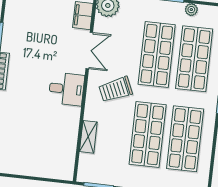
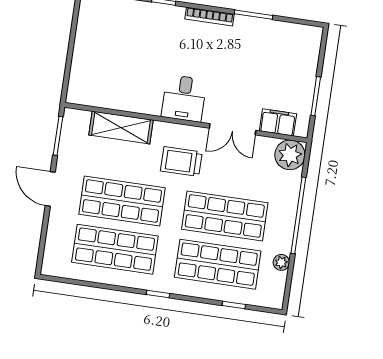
trolley: (116, 89) -> (181, 162), turned -66
shelving: (88, 137) -> (121, 128), width x1.50, depth x1.33

